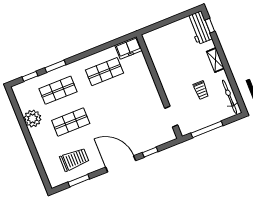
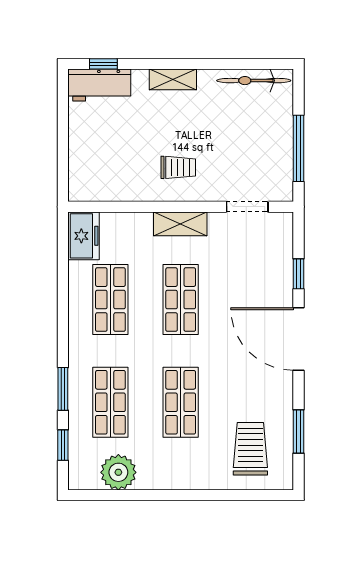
shelving: (151, 89) -> (180, 224), added
trolley: (201, 90) -> (178, 167), moved
shop shelf: (117, 103) -> (181, 300), added
plant: (33, 118) -> (118, 472), moved
trolley: (74, 159) -> (250, 449), moved
door: (121, 164) -> (299, 339), hinge flipped

